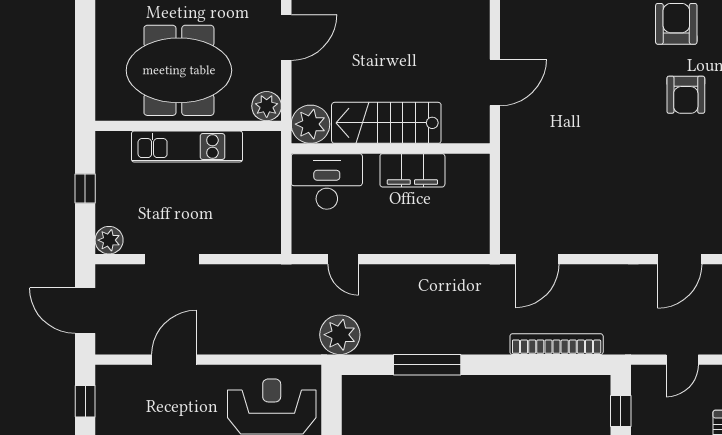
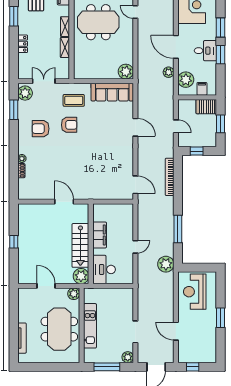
window: (85, 188) -> (107, 367), width x2.17
door: (343, 259) -> (135, 247), moved

